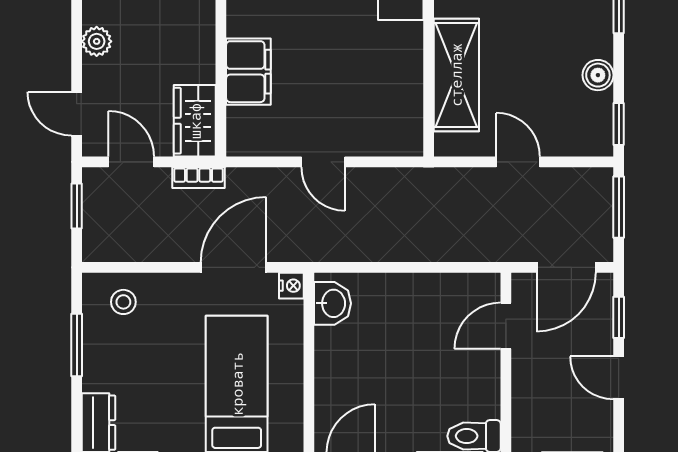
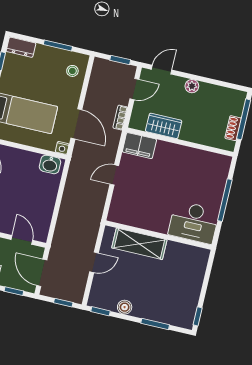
filing cabinet: (248, 72) -> (139, 146), moved
wardrobe: (195, 121) -> (164, 126), moved
window: (619, 207) -> (63, 303), width x0.67

